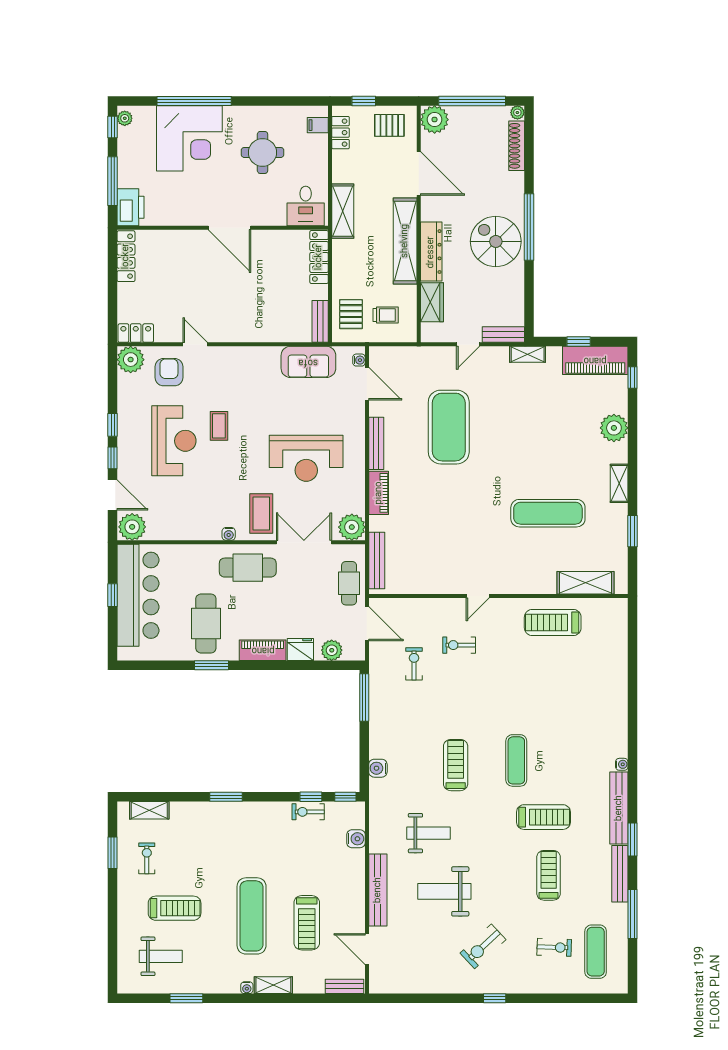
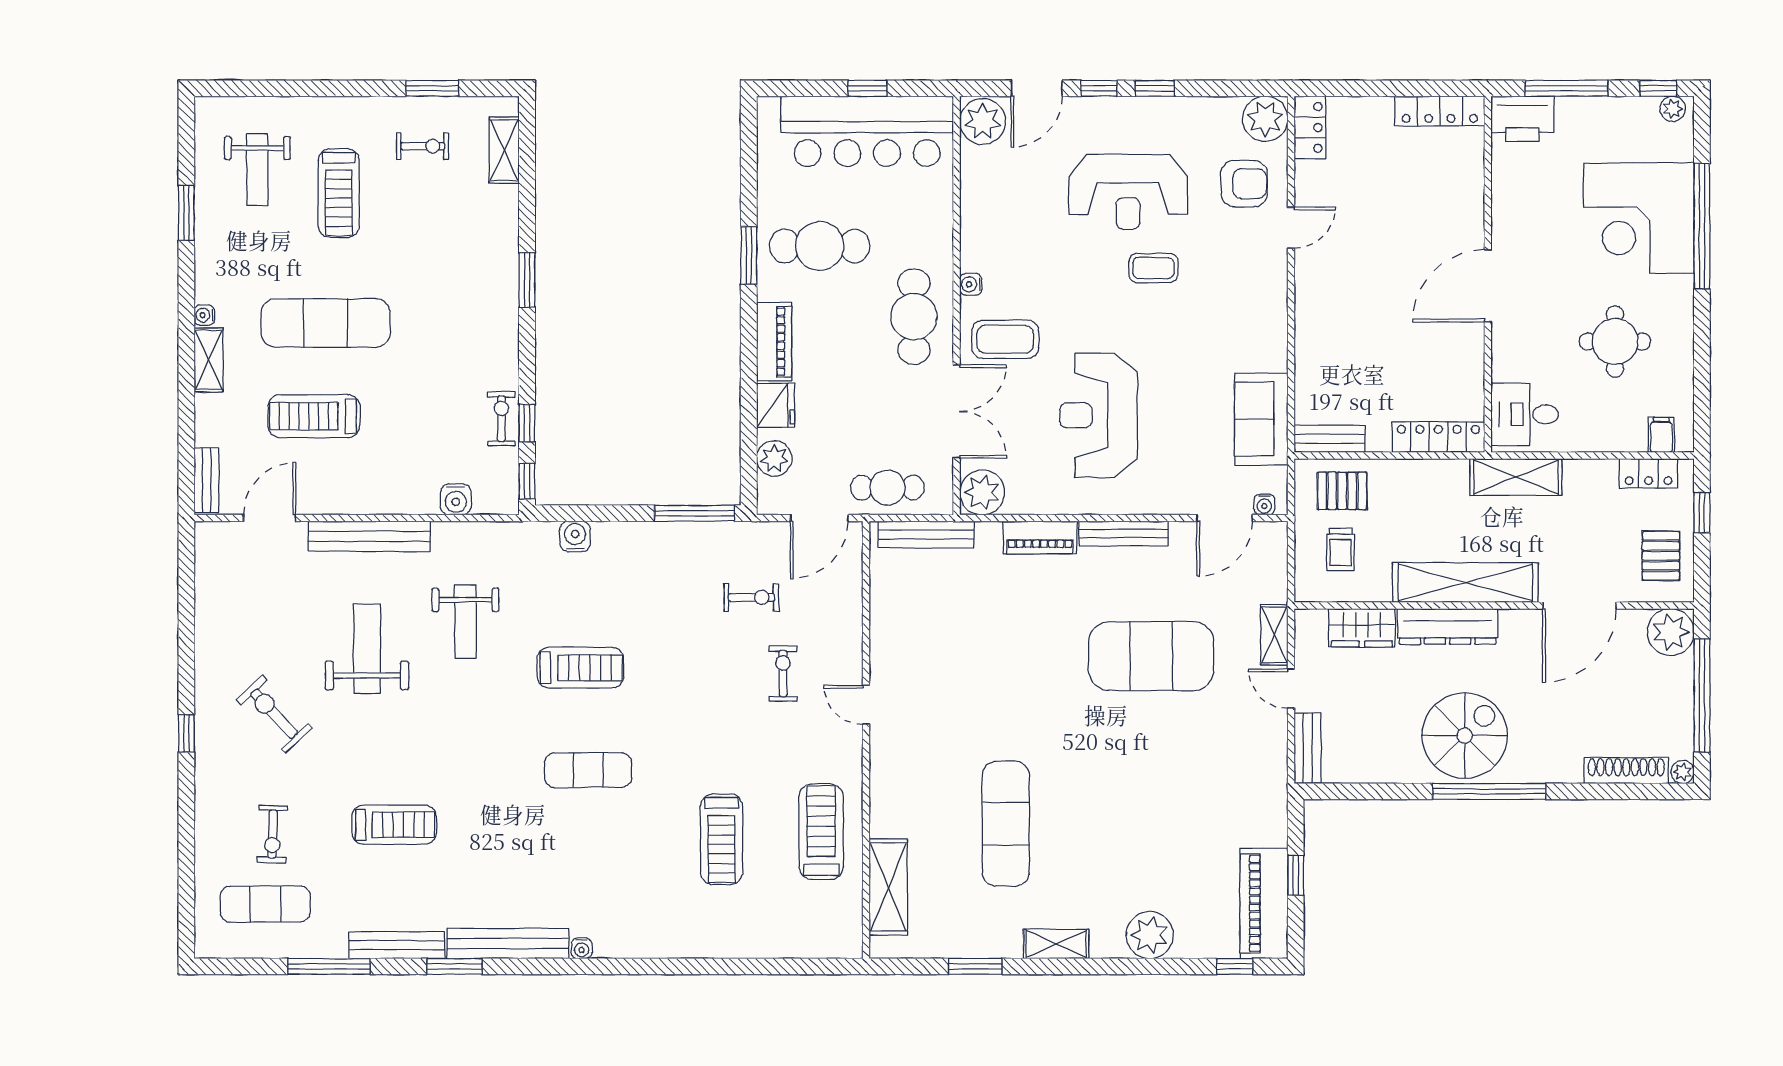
shelving: (528, 354) -> (1274, 635), moved
treadmill: (543, 817) -> (722, 839), moved

